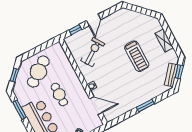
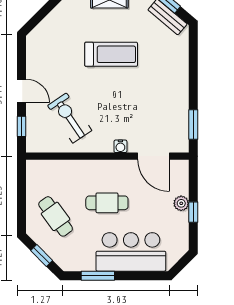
cafe table: (38, 72) -> (56, 216), width x0.73, depth x0.74
door: (96, 106) -> (154, 156), swing flipped
window: (145, 106) -> (193, 125), moved

